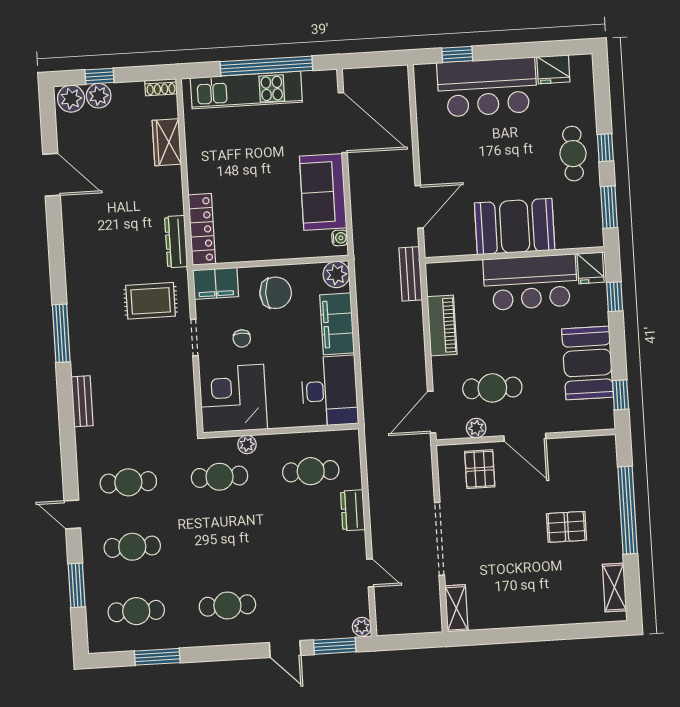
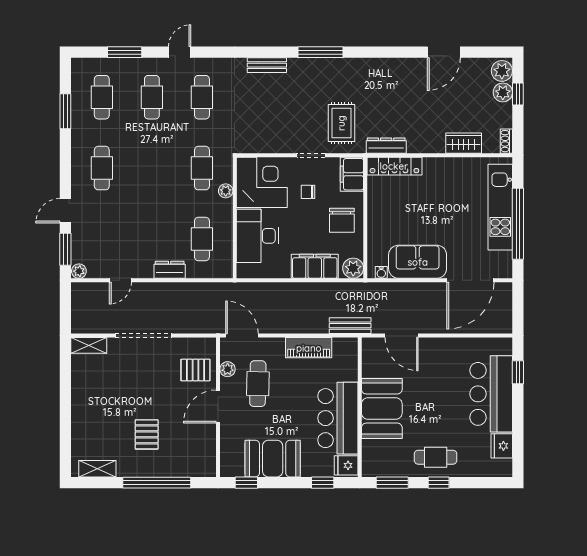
desk: (330, 391) -> (257, 236), moved, turned 90

